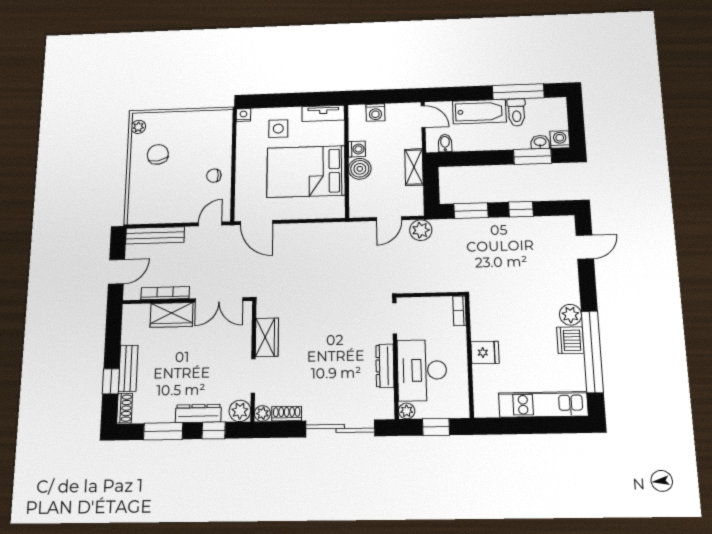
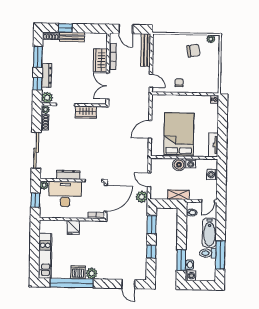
side table: (278, 129) -> (205, 119), removed
door: (257, 223) -> (150, 129), moved
door: (426, 295) -> (106, 198), added

